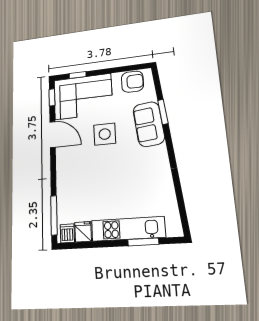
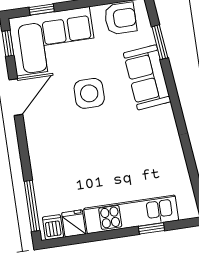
window: (163, 112) -> (160, 42), moved
door: (53, 135) -> (16, 97), hinge flipped
window: (143, 242) -> (151, 228), width x0.67

